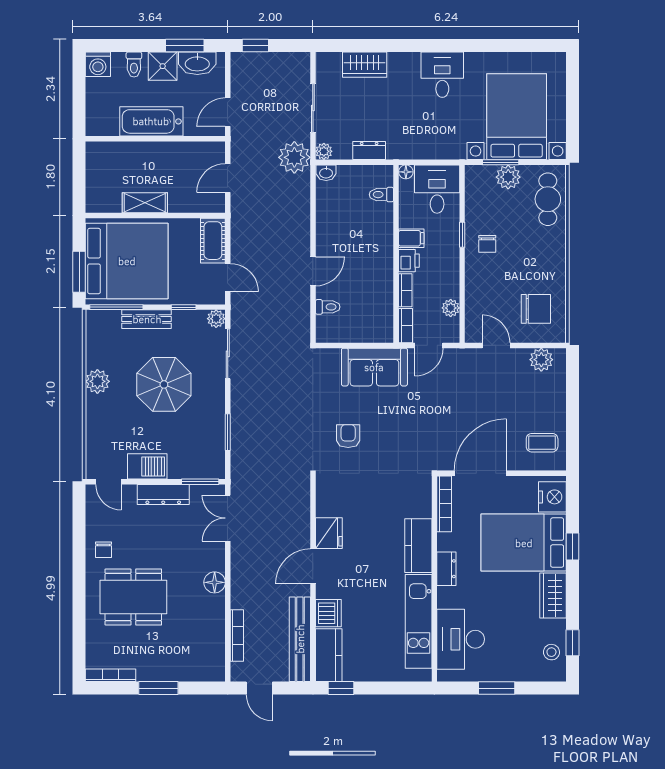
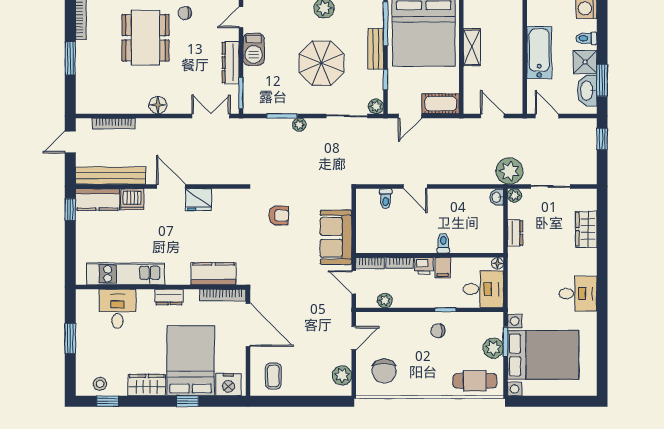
toilet: (381, 195) -> (443, 243), moved
plant: (238, 411) -> (299, 125), added
kitchen counter: (418, 546) -> (213, 274), moved
desk: (461, 639) -> (117, 309), width x0.73

